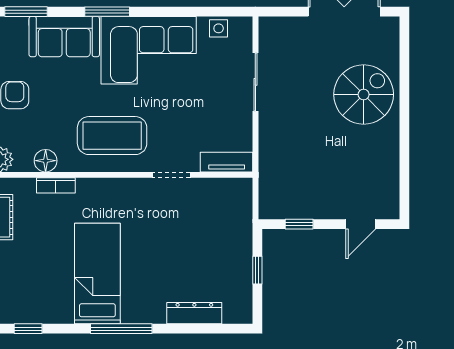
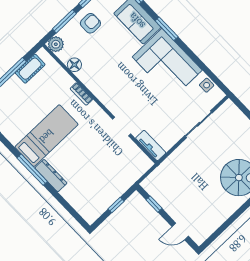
coffee table: (112, 136) -> (114, 84), removed
bookcase: (56, 185) -> (81, 94), moved
dresser: (194, 313) -> (51, 176), moved

